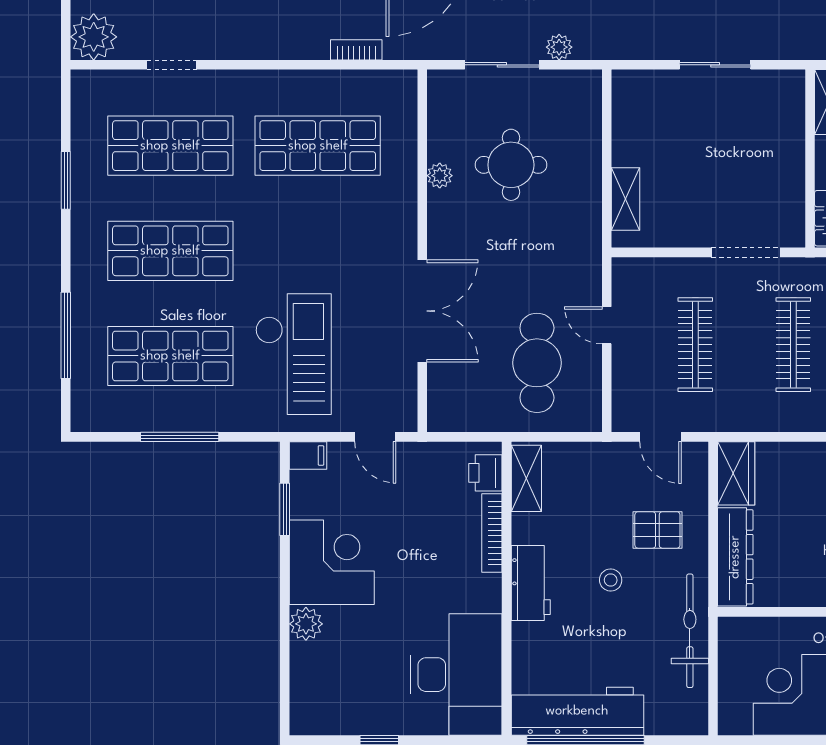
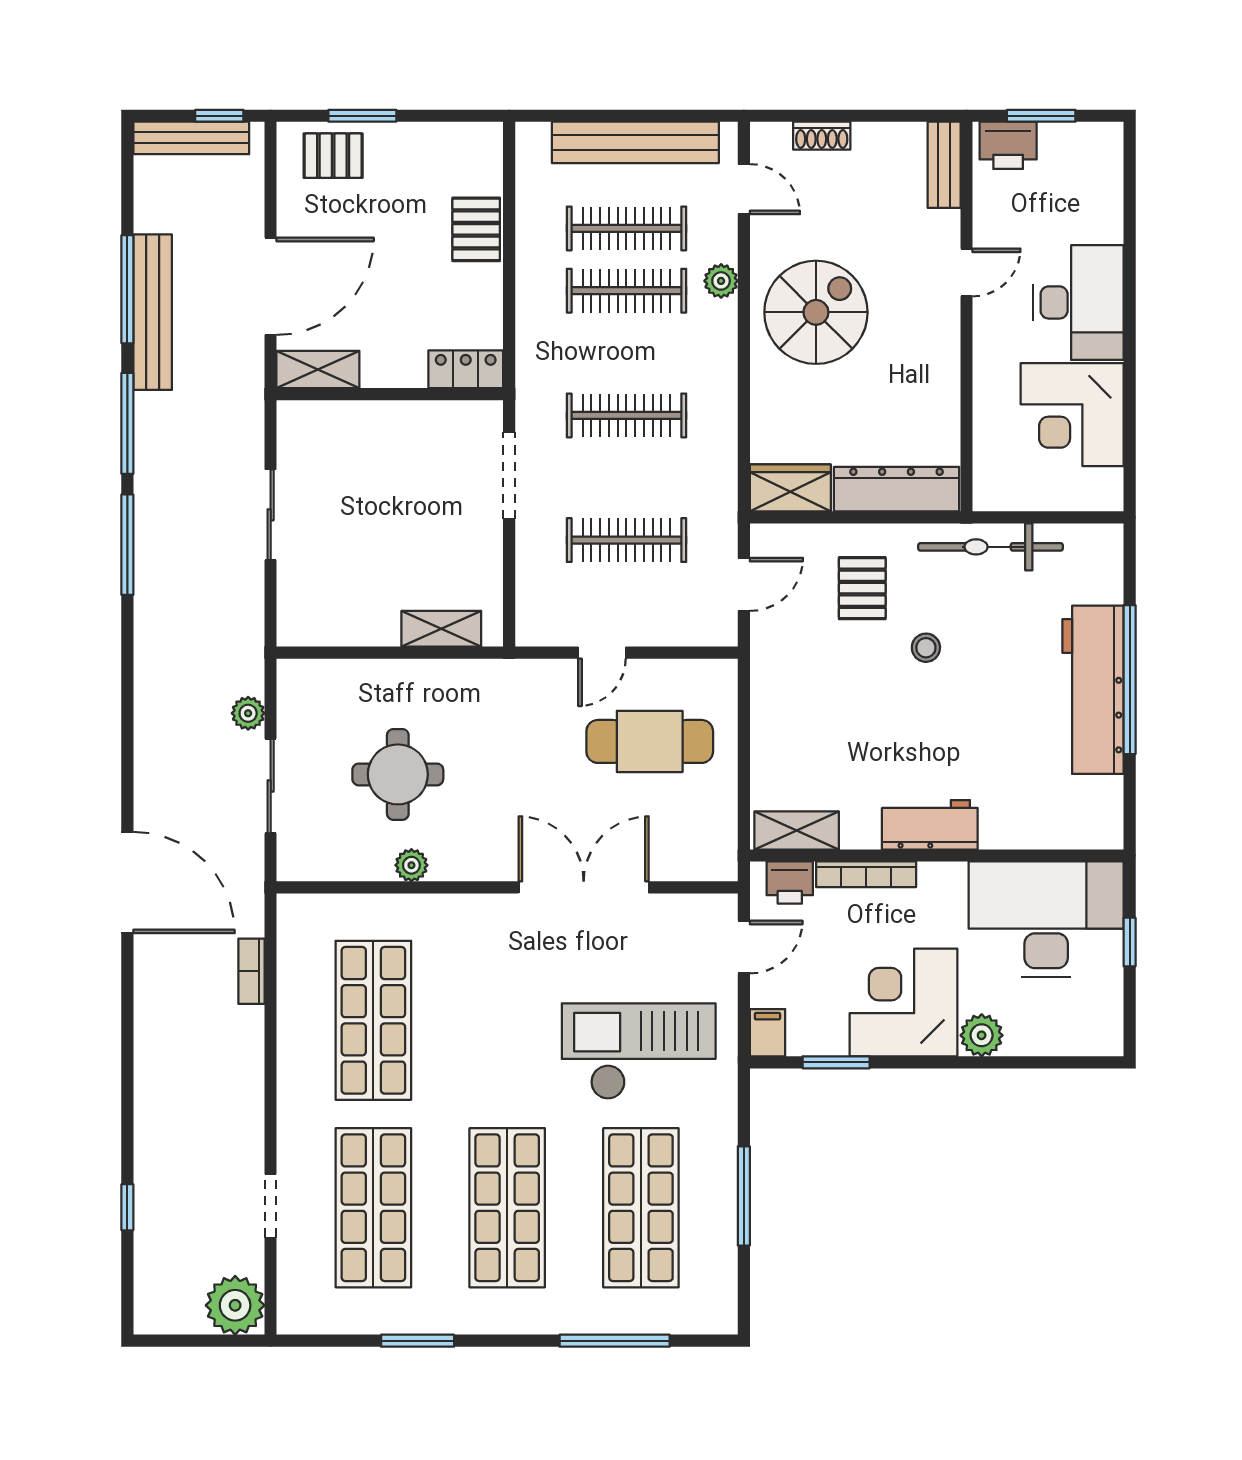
printer: (485, 473) -> (790, 883), moved
shelving: (526, 478) -> (797, 831), moved
bookcase: (492, 533) -> (866, 874), moved
workbench: (531, 583) -> (930, 825), moved
wall: (507, 588) -> (937, 855), moved
desk: (456, 675) -> (1046, 919), moved

